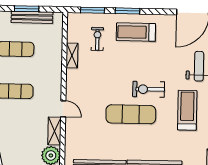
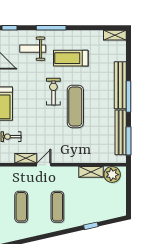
exercise bike: (149, 89) -> (53, 92), turned 180
door: (63, 109) -> (44, 165), moved

